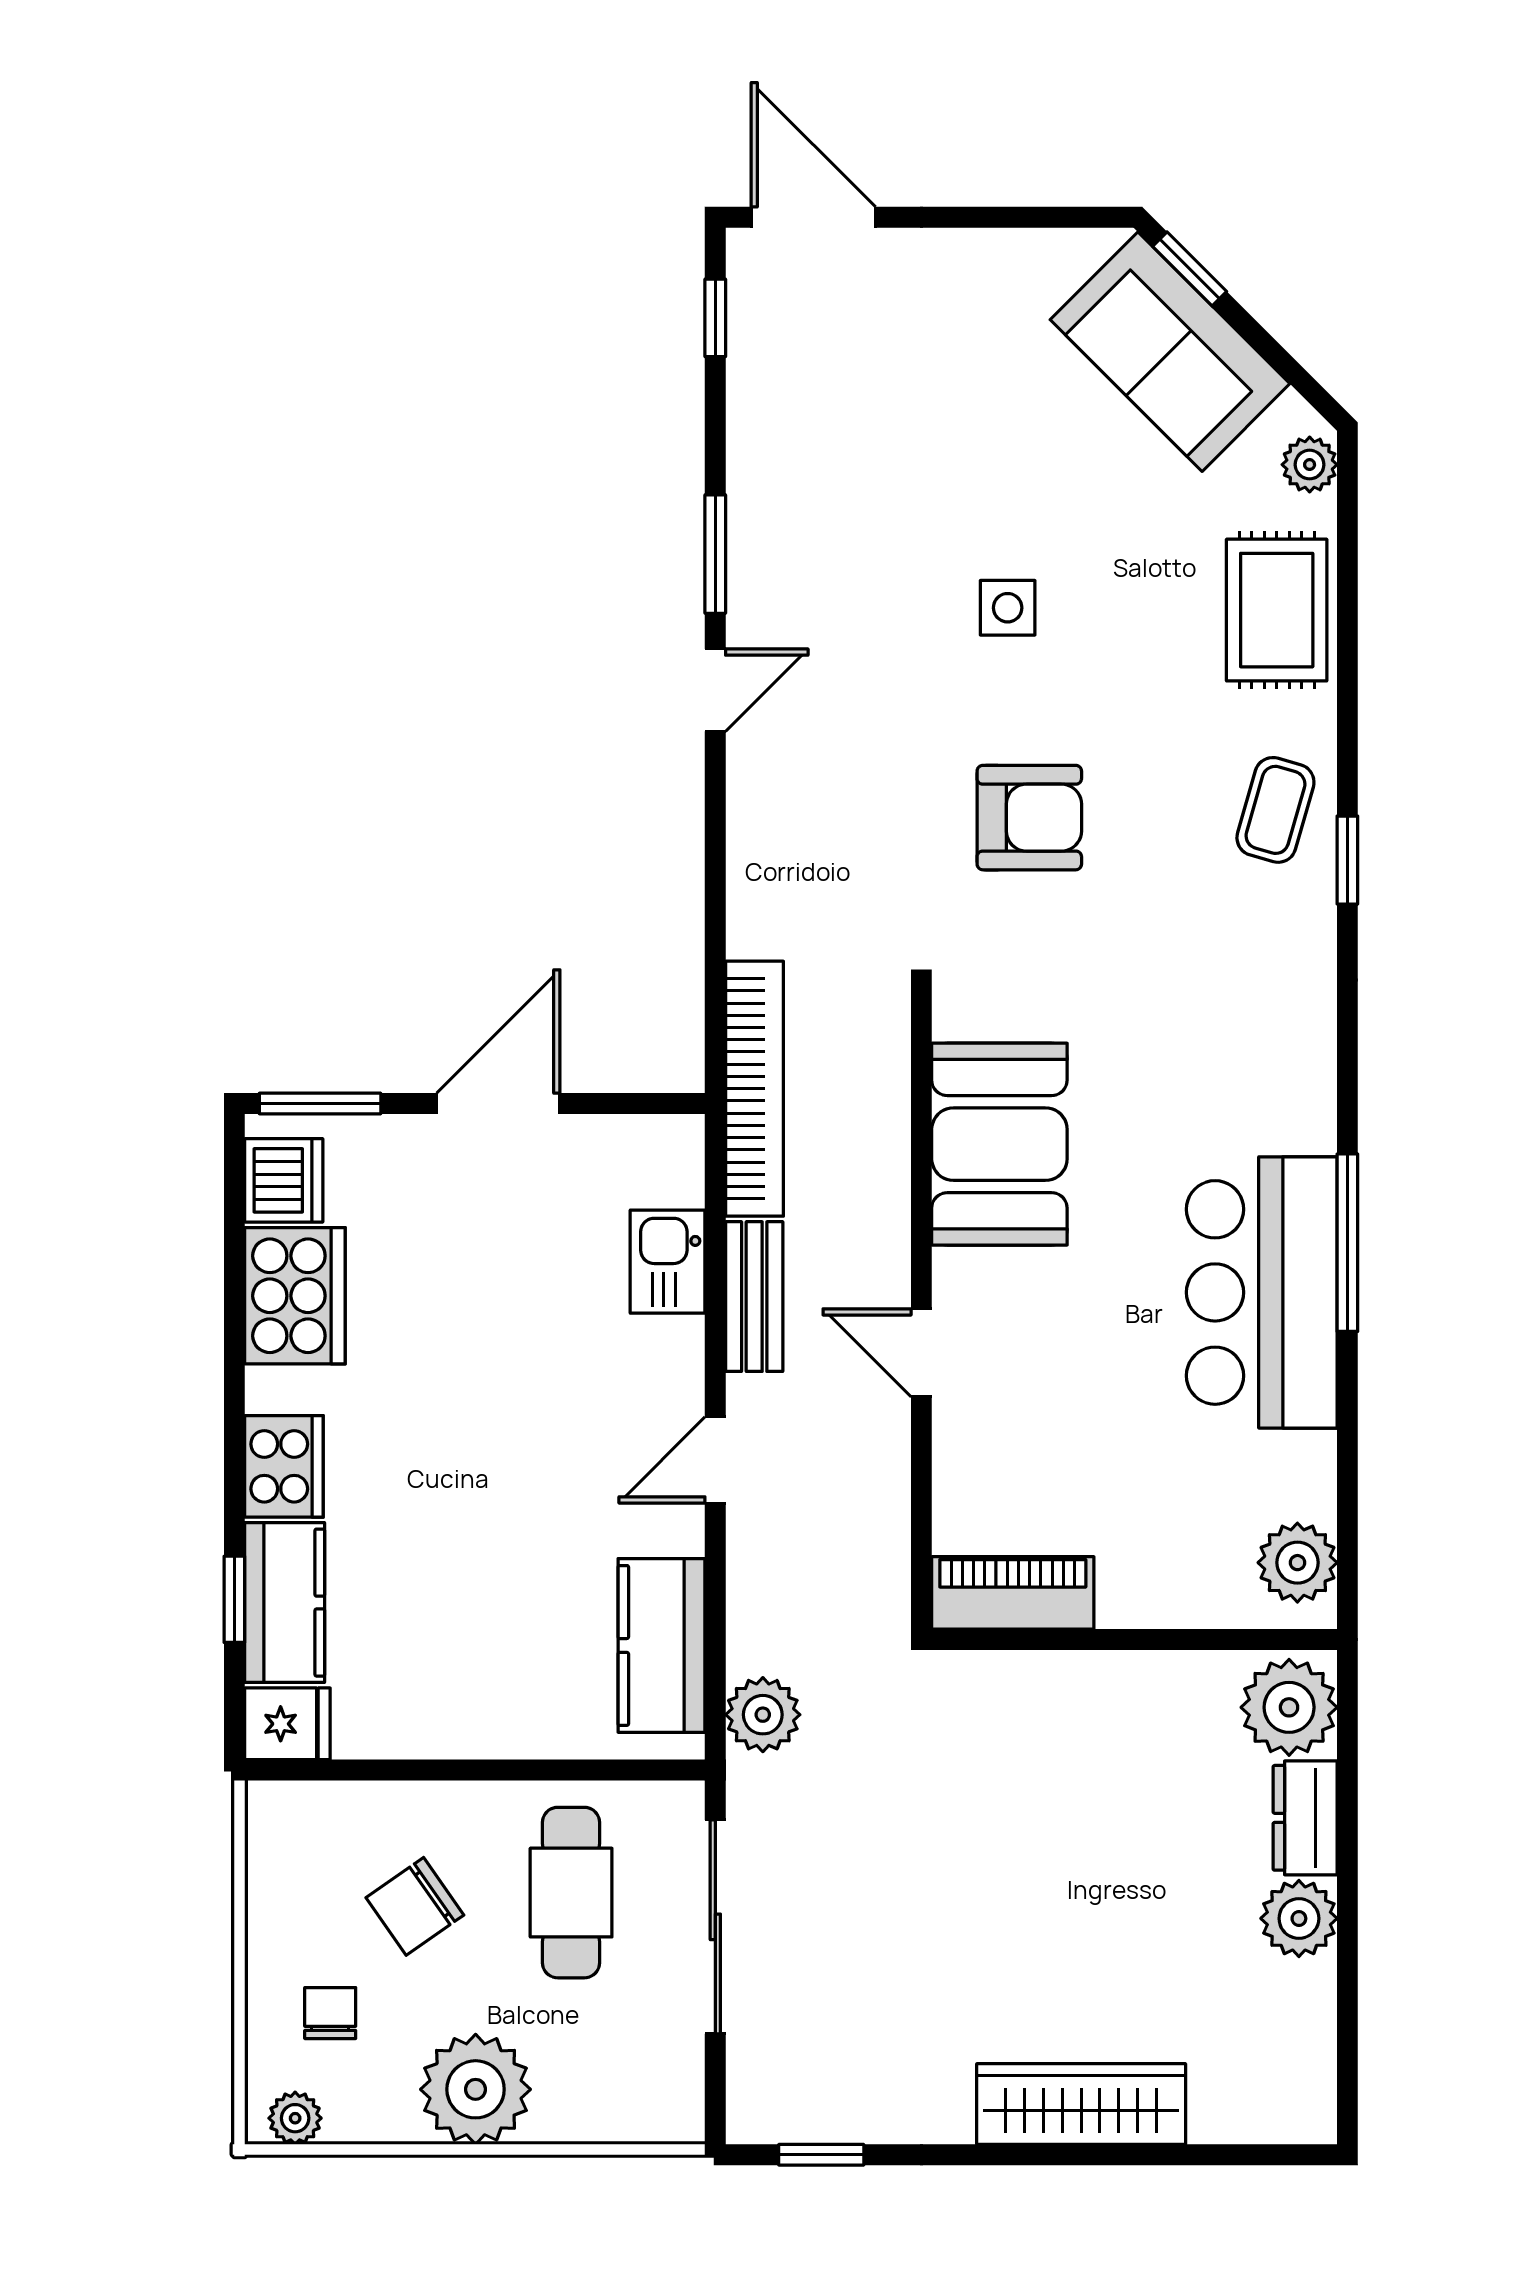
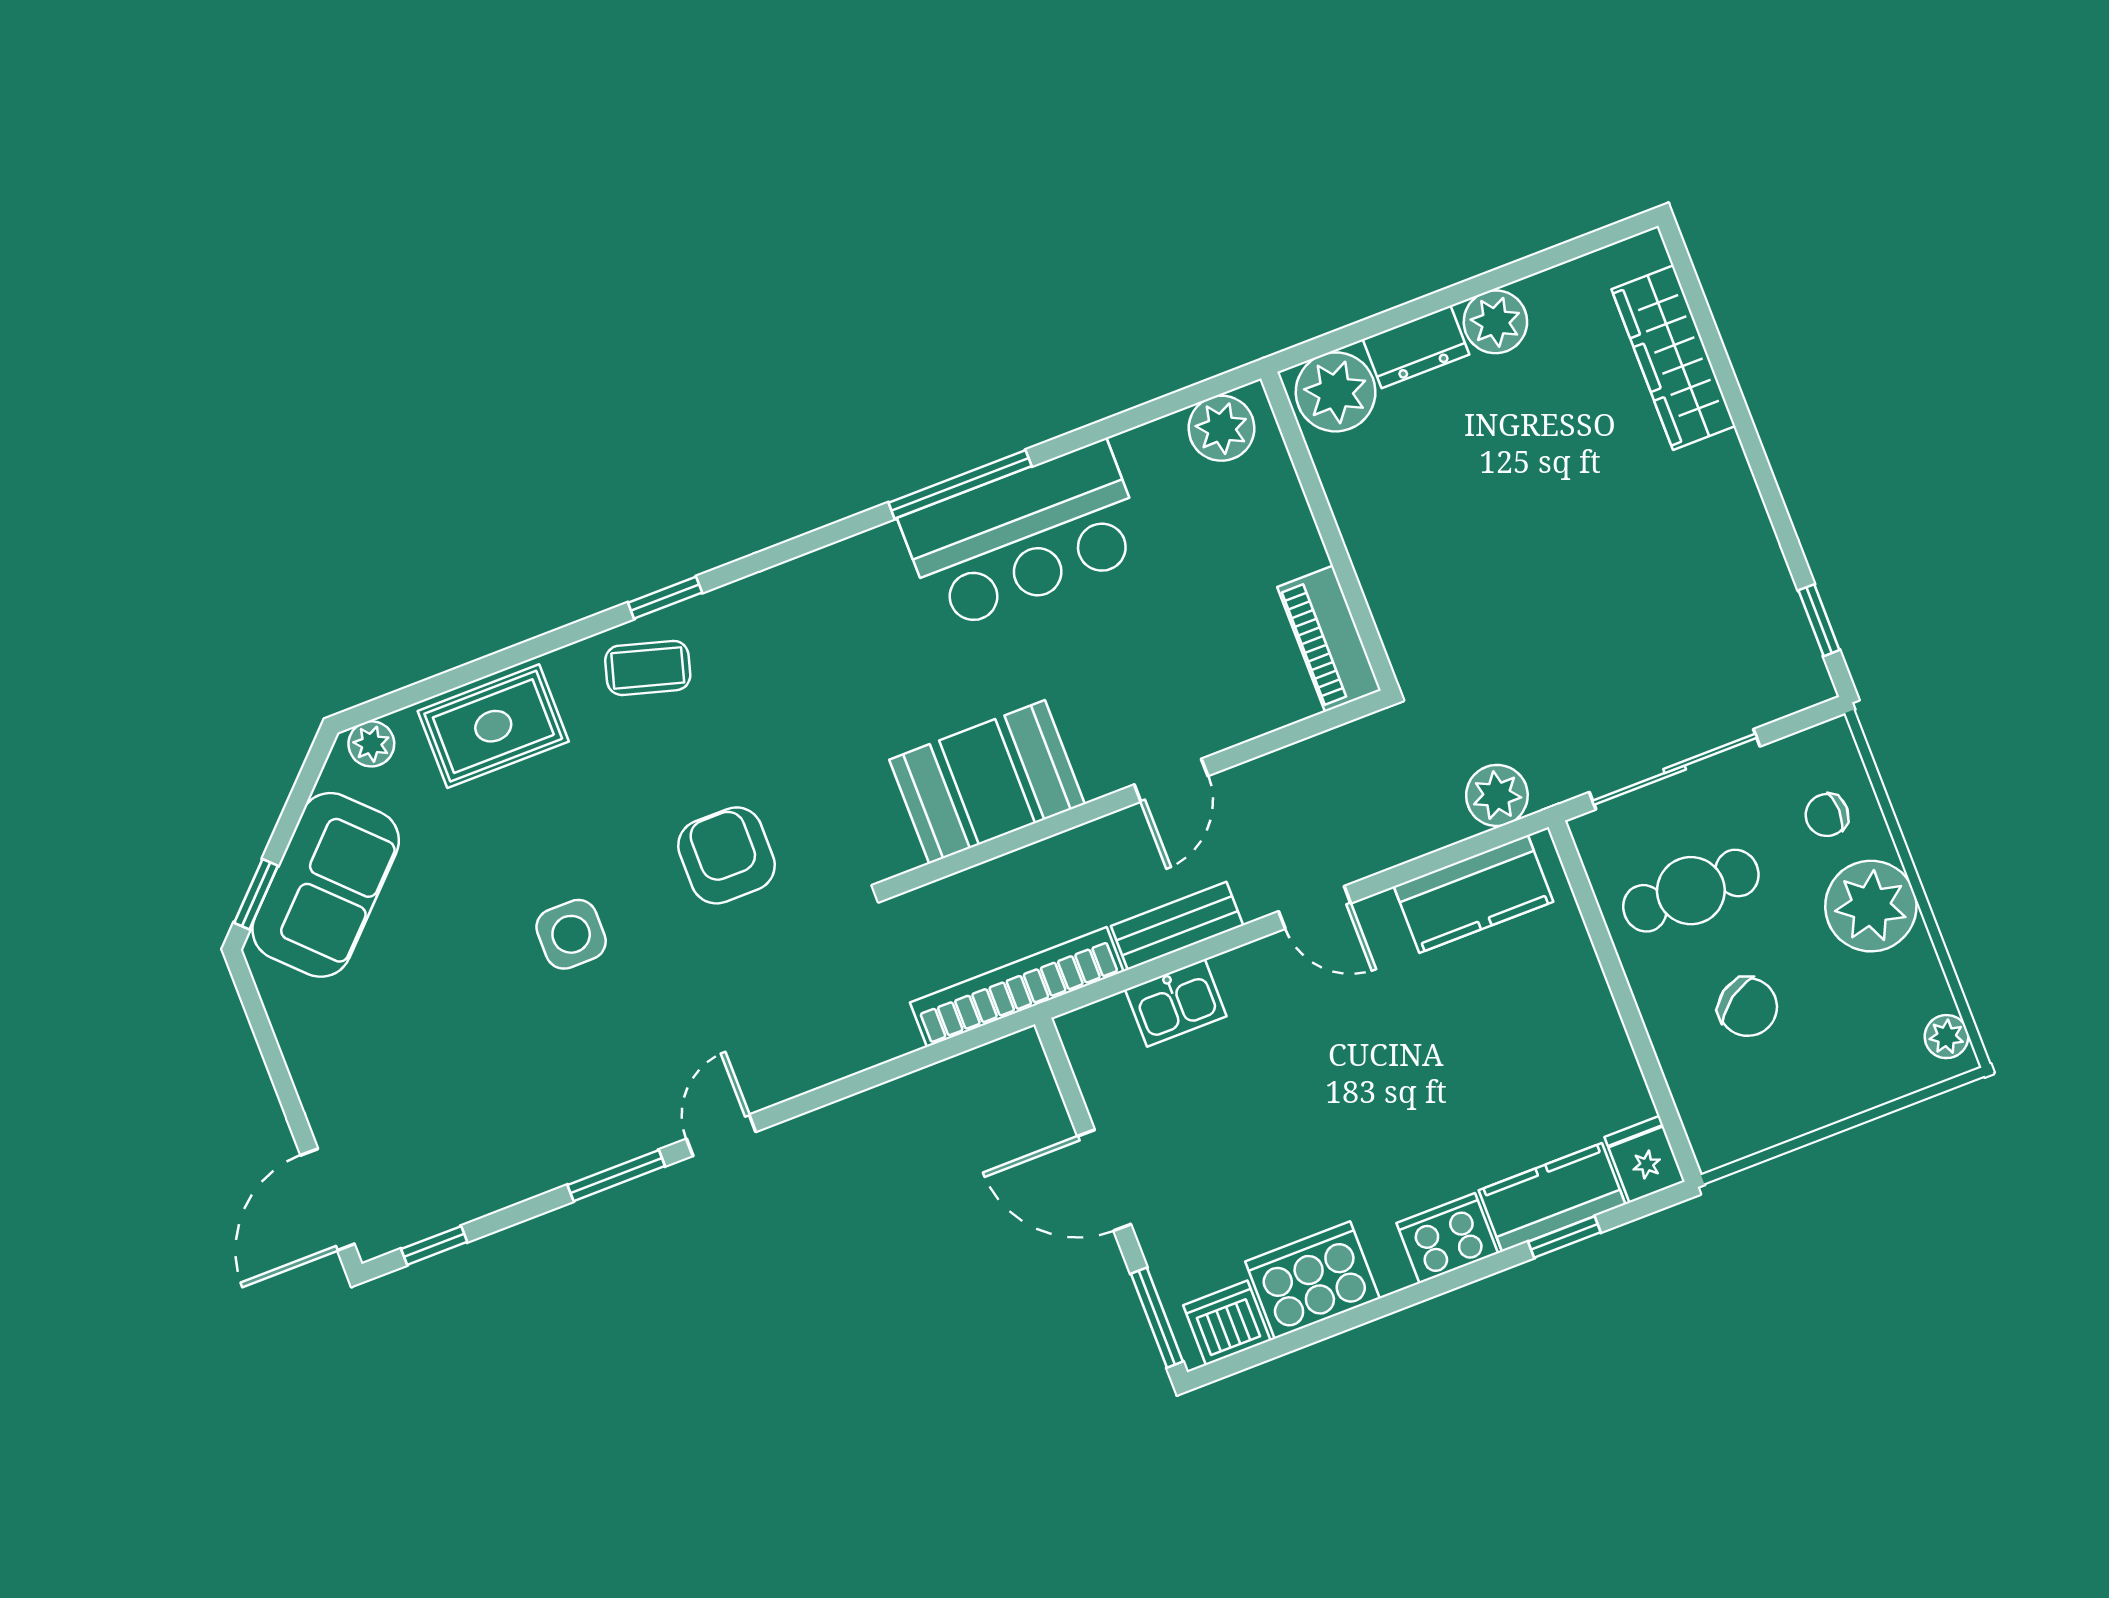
side table: (1008, 608) -> (571, 934), width x1.37, depth x1.37
door: (715, 690) -> (721, 1135), hinge flipped
chair: (330, 2013) -> (1827, 815), moved
wardrobe: (1081, 2104) -> (1673, 358), moved

